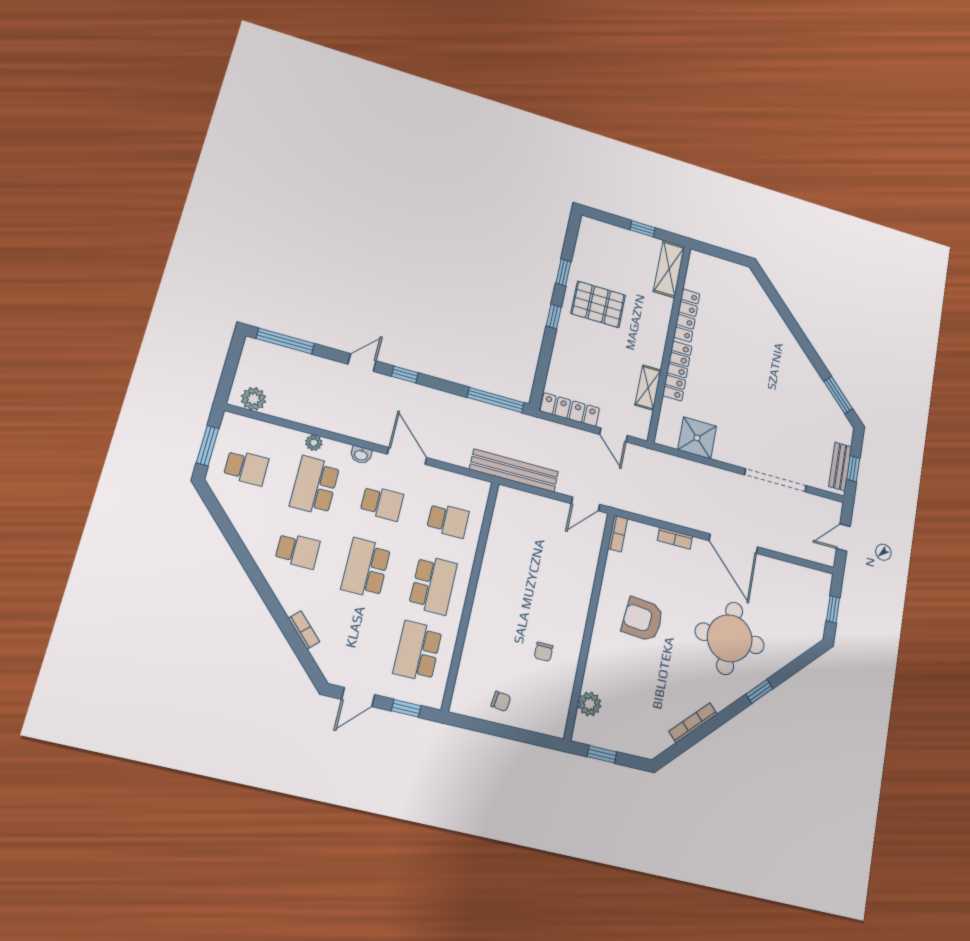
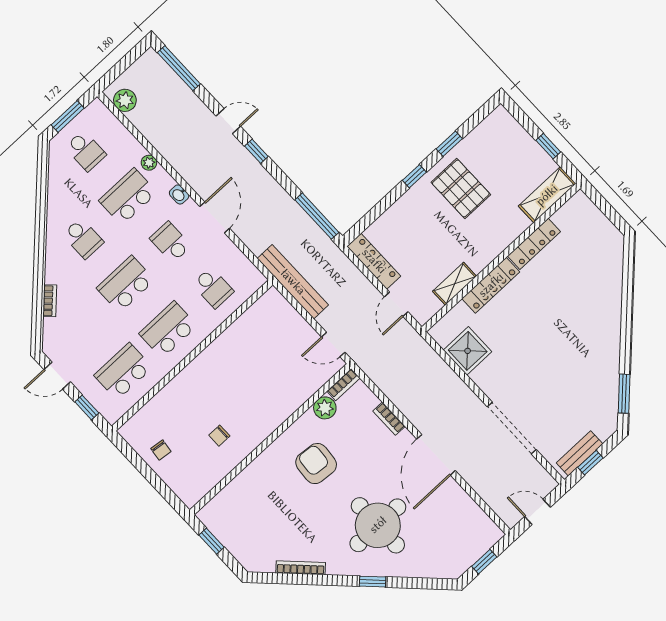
school desk: (382, 503) -> (170, 242), turned 180
school desk: (433, 585) -> (168, 330), turned 180
plant: (590, 704) -> (325, 408), moved

